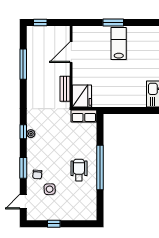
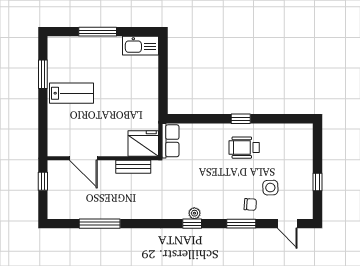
window: (40, 23) -> (43, 181), moved
window: (113, 23) -> (43, 74), moved
lab bench: (119, 43) -> (71, 93), turned 180
window: (100, 168) -> (241, 119), width x0.32

